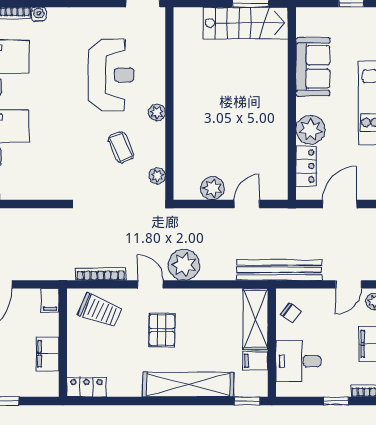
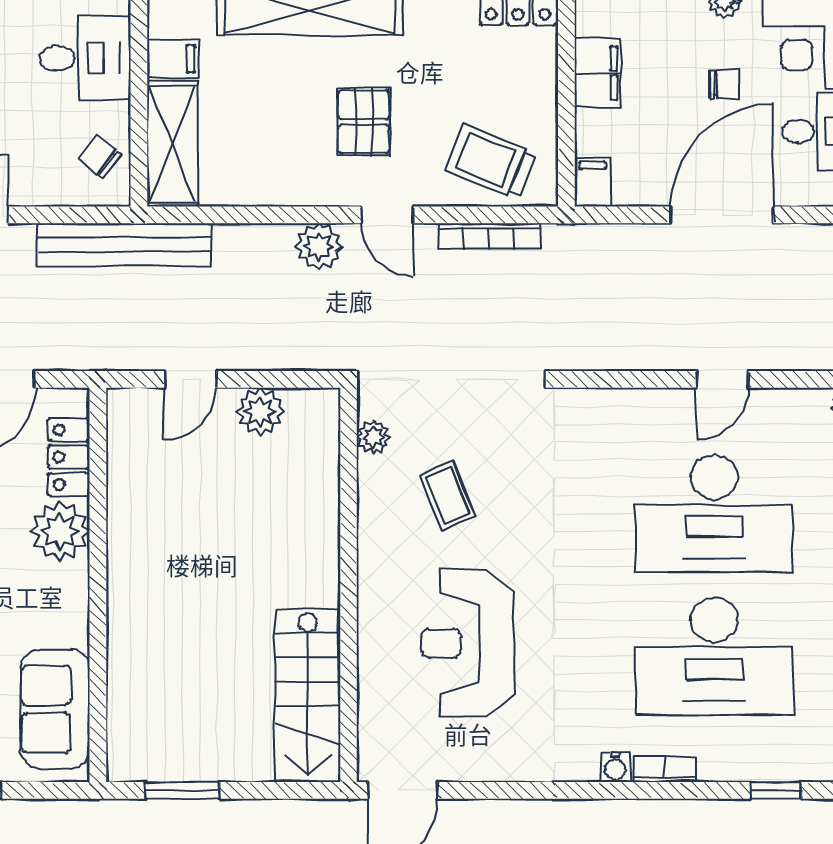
stairs: (246, 23) -> (308, 696), moved, turned -90
sofa: (313, 67) -> (55, 709), moved
plant: (157, 112) -> (374, 567), removed
plant: (184, 265) -> (319, 247), width x0.73, depth x0.73

